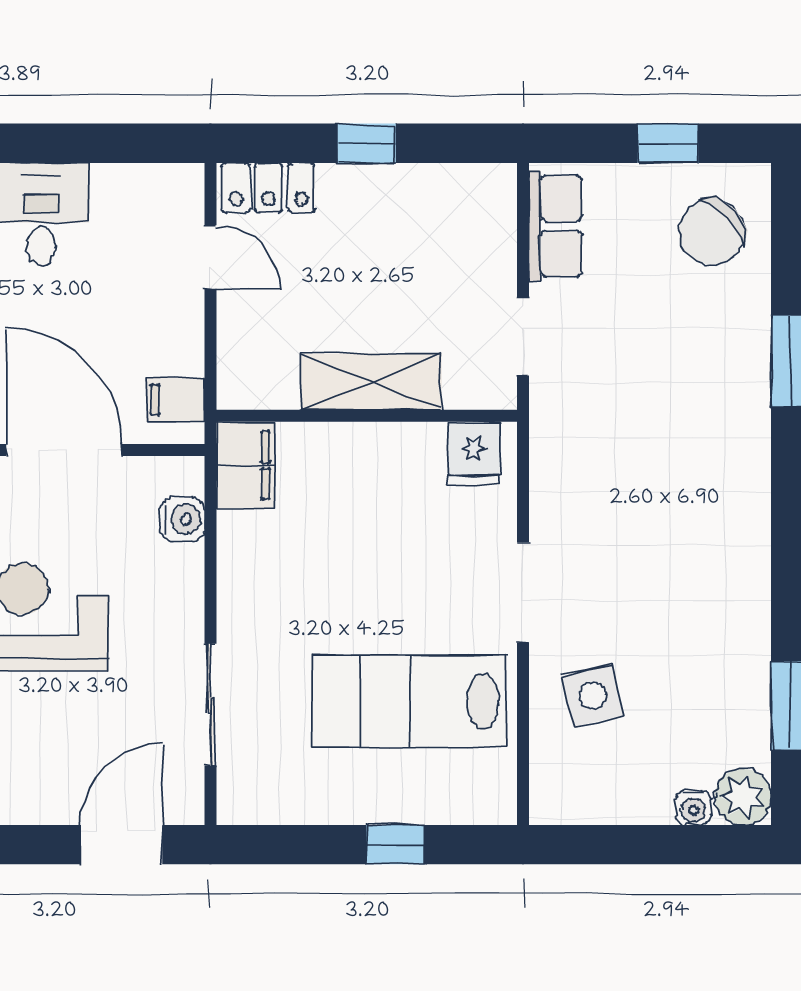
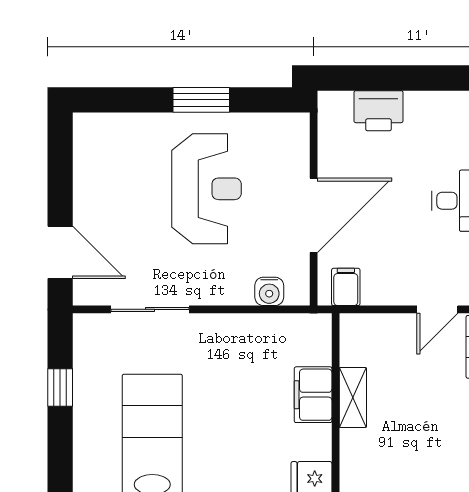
shelving: (371, 382) -> (353, 397), width x0.67, depth x0.75
filing cabinet: (245, 465) -> (313, 395), moved, turned 90
window: (396, 845) -> (60, 387), moved

